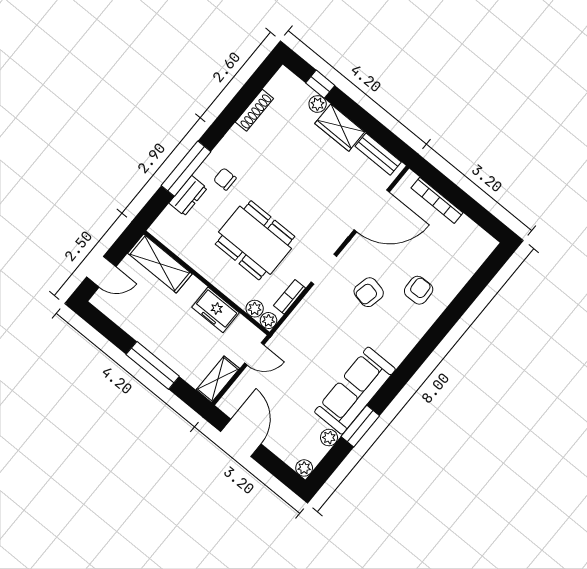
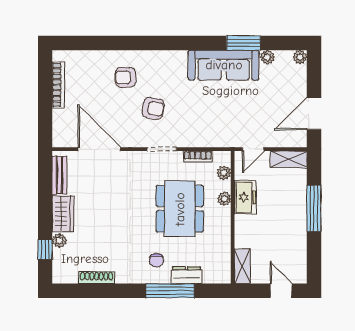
bookcase: (437, 200) -> (58, 85), moved
shelving: (160, 264) -> (242, 266), width x0.67, depth x0.75
plant: (268, 321) -> (224, 199), moved
door: (254, 354) -> (253, 149), swing flipped

